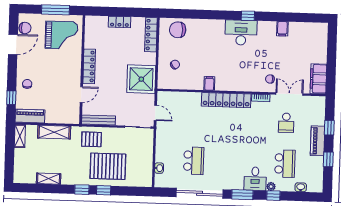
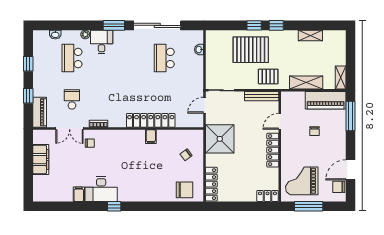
locker: (120, 22) -> (267, 196), moved
desk: (241, 33) -> (101, 189), moved
filing cabinet: (318, 79) -> (41, 160), moved
chair: (27, 84) -> (314, 131), moved
window: (11, 98) -> (350, 116), width x2.17
locker: (226, 100) -> (151, 120), moved
door: (155, 113) -> (204, 105), hinge flipped
piano: (30, 116) -> (326, 100), width x1.37, depth x1.33
piano: (318, 141) -> (40, 112), moved
window: (273, 196) -> (83, 25), removed

